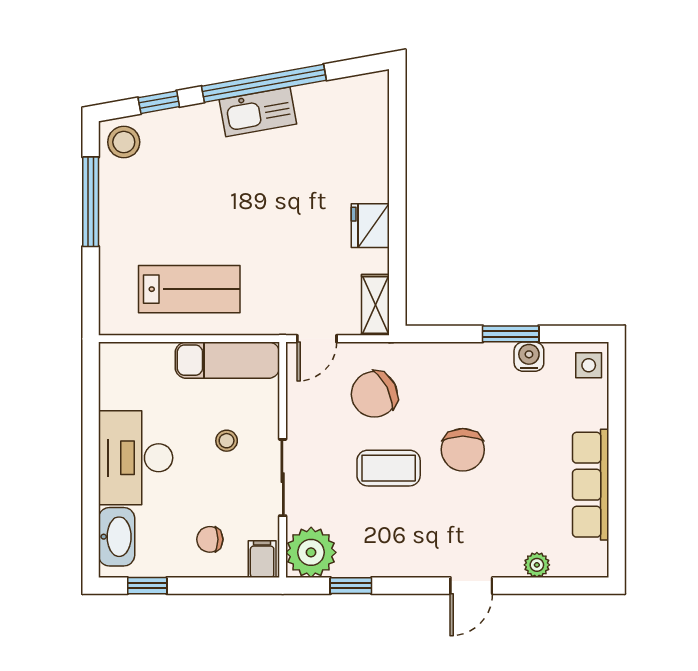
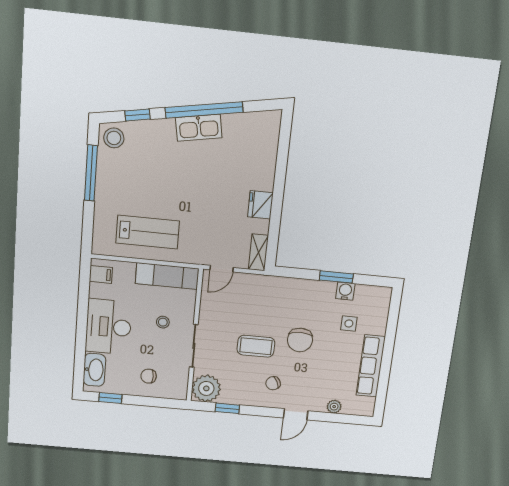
side table: (589, 365) -> (349, 323), moved
chair: (374, 394) -> (273, 383), moved, width x0.54, depth x0.54
filing cabinet: (262, 559) -> (101, 274), moved, turned 90

